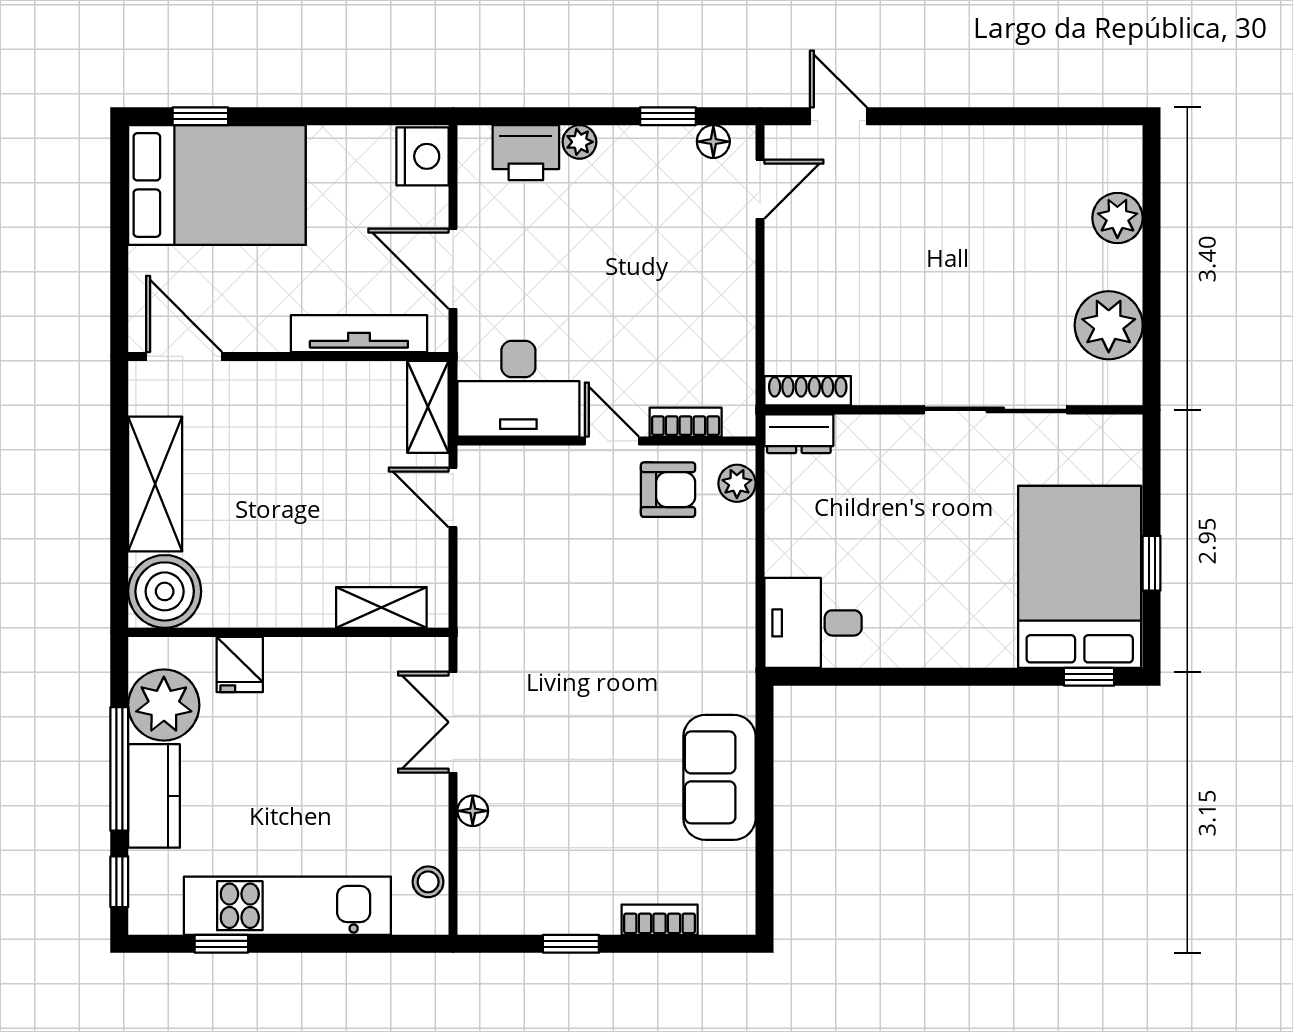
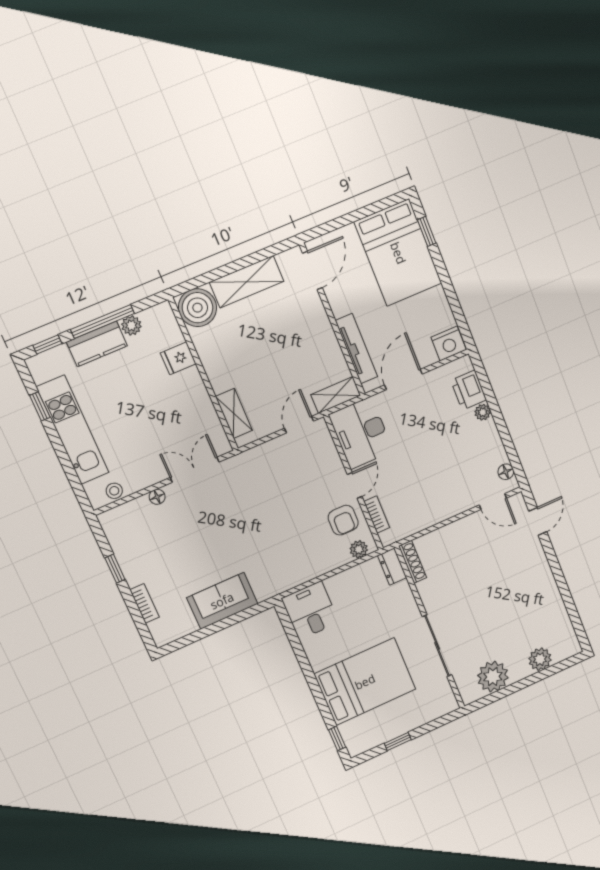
window: (668, 116) -> (509, 447), removed
bed: (1080, 577) -> (365, 682), moved
plant: (164, 705) -> (131, 325), width x0.53, depth x0.53

